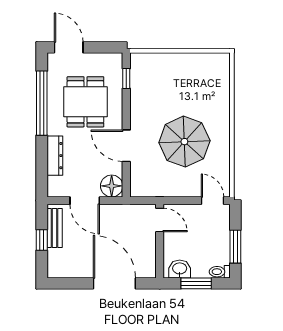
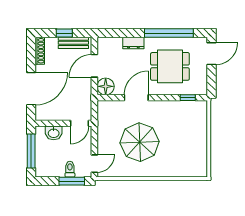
dresser: (55, 156) -> (133, 43), width x0.70
window: (235, 247) -> (72, 181), moved
washbasin: (180, 269) -> (54, 133), moved, turned 90
shoe rack: (65, 272) -> (40, 51), added
toilet: (220, 272) -> (70, 169), moved
window: (196, 283) -> (31, 151), width x1.44

